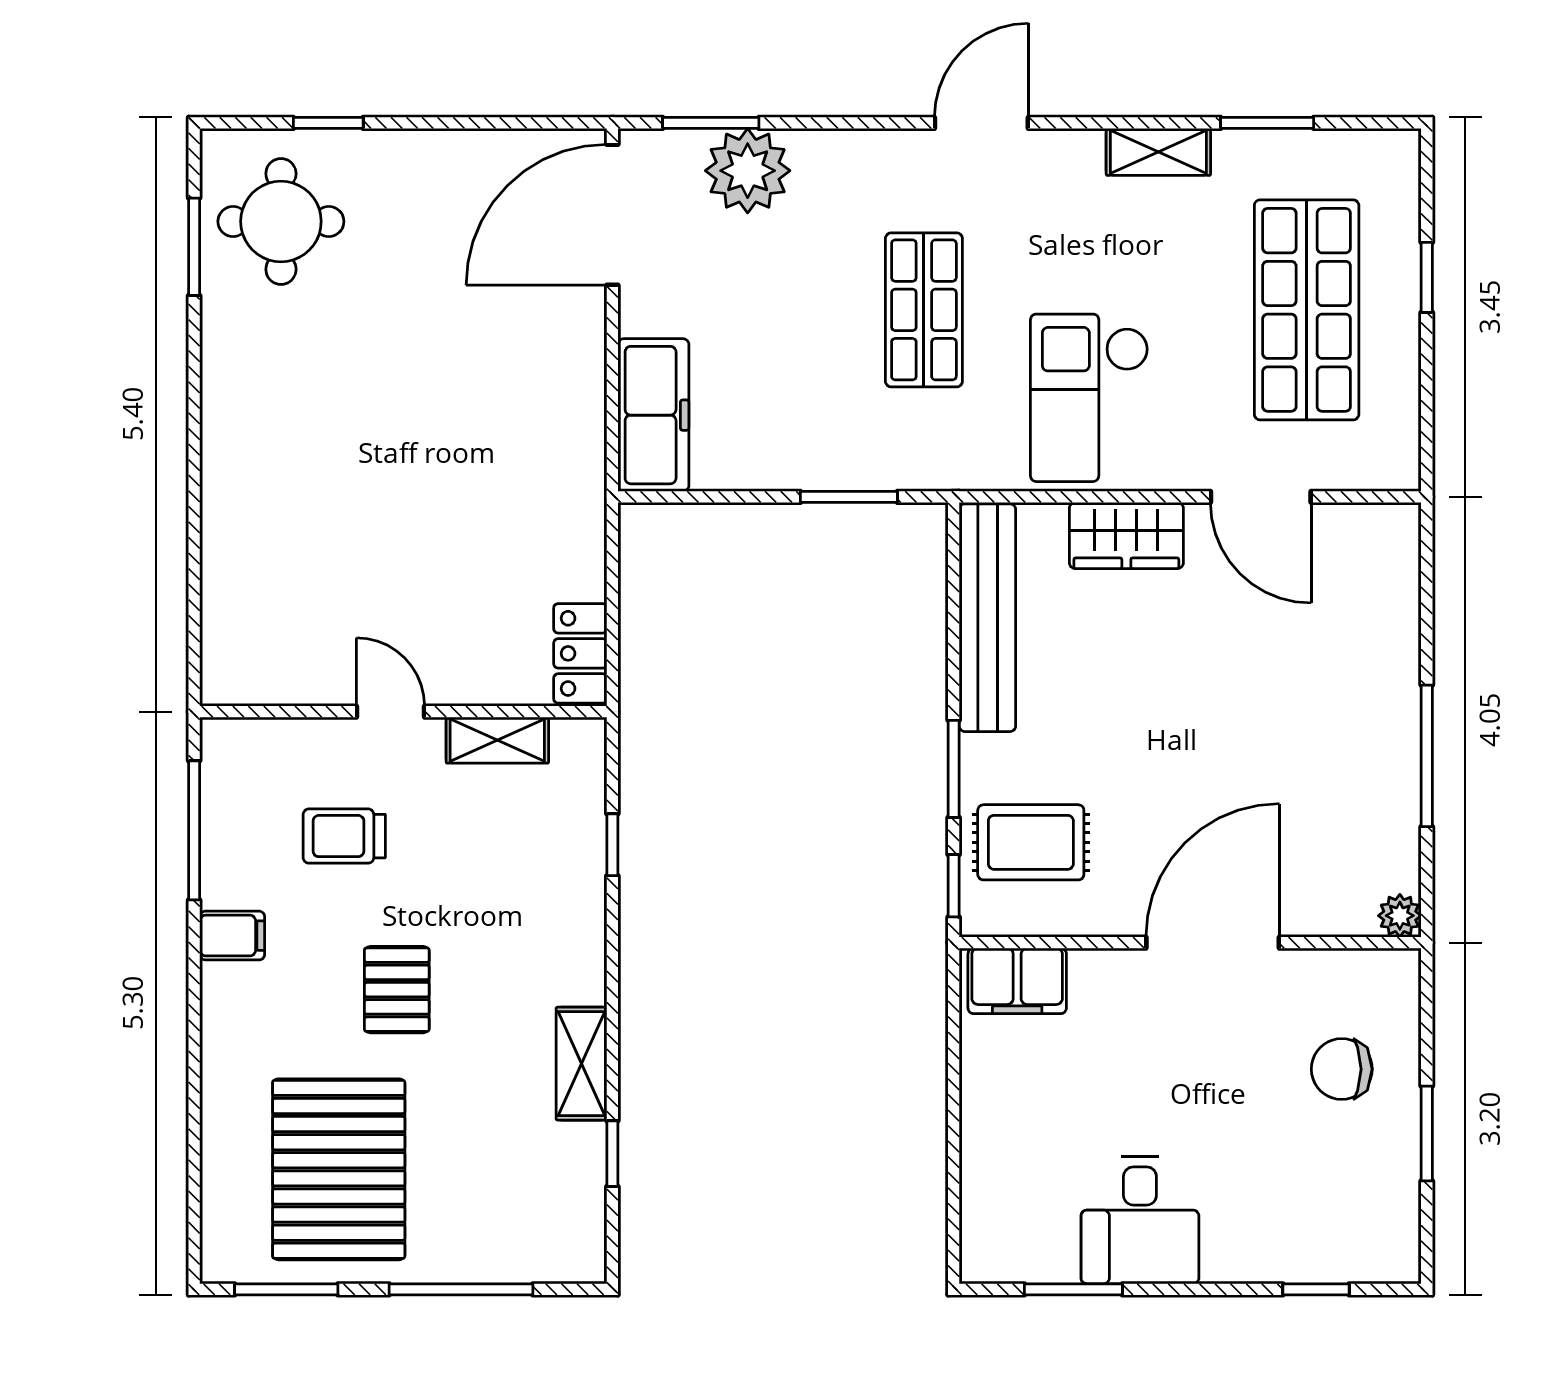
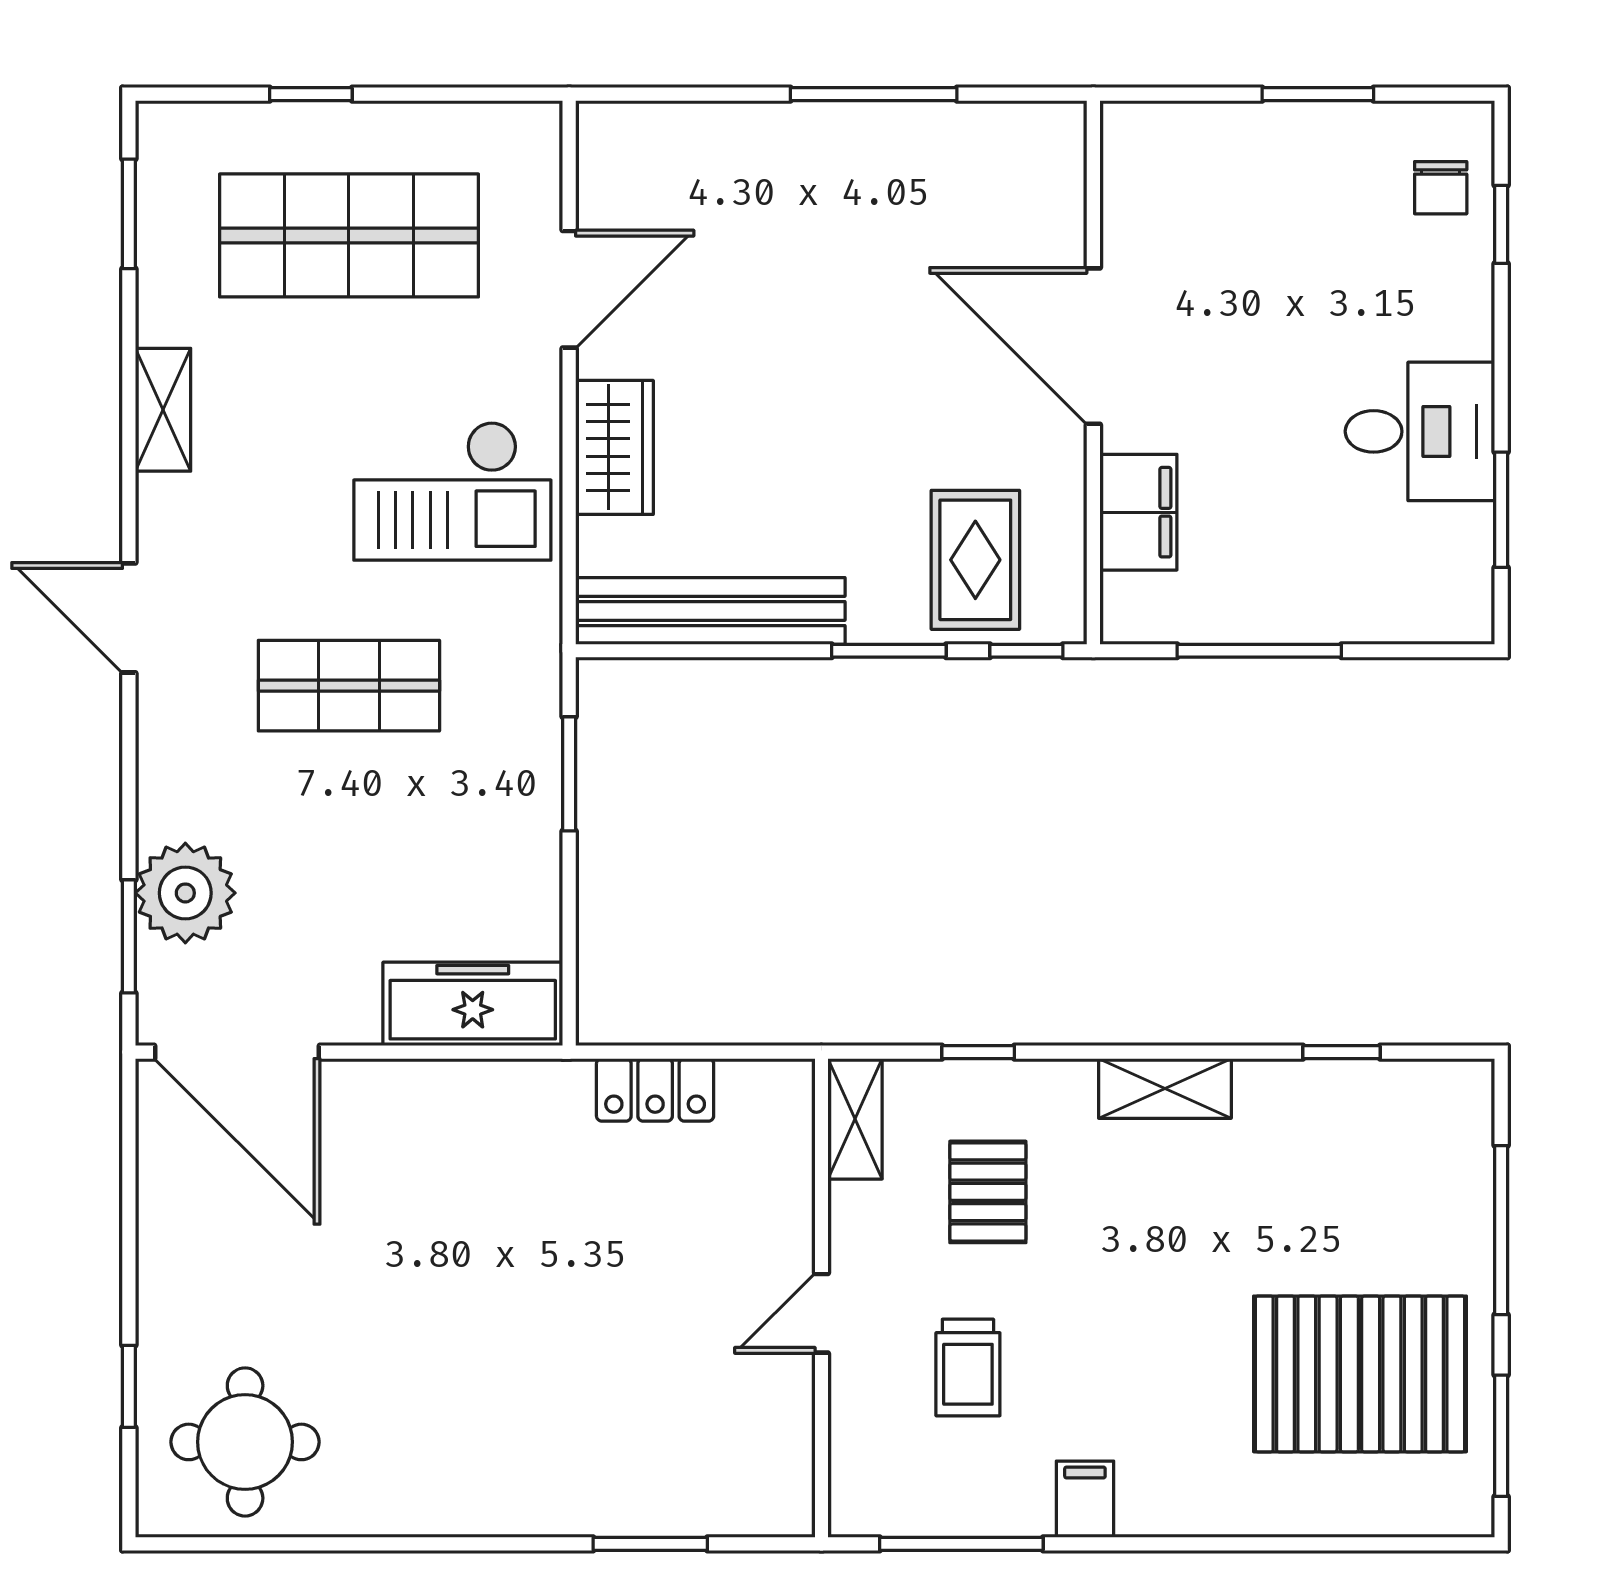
window: (1267, 123) -> (129, 214), moved
window: (194, 247) -> (650, 1544), moved
locker: (580, 653) -> (655, 1090), moved
shelving: (497, 740) -> (855, 1119), moved
plant: (1400, 916) -> (1062, 126), removed
filing cabinet: (1017, 981) -> (1138, 512), moved
pallet: (397, 990) -> (988, 1192), moved, turned 90
shelving: (582, 1064) -> (1165, 1088), moved
chair: (1342, 1069) -> (1441, 188), moved, width x0.73, depth x0.73
window: (954, 1084) -> (1259, 651), added

